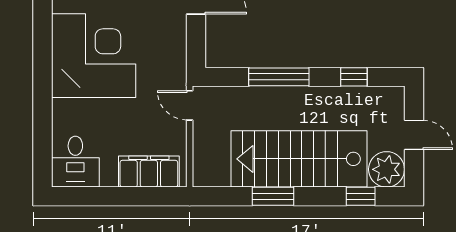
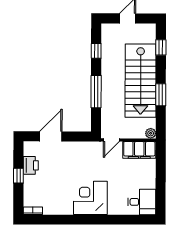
corner desk: (94, 56) -> (90, 198), width x0.74, depth x0.74
plant: (387, 169) -> (151, 133), moved, width x0.53, depth x0.53
filing cabinet: (149, 172) -> (139, 150), moved, turned -90

